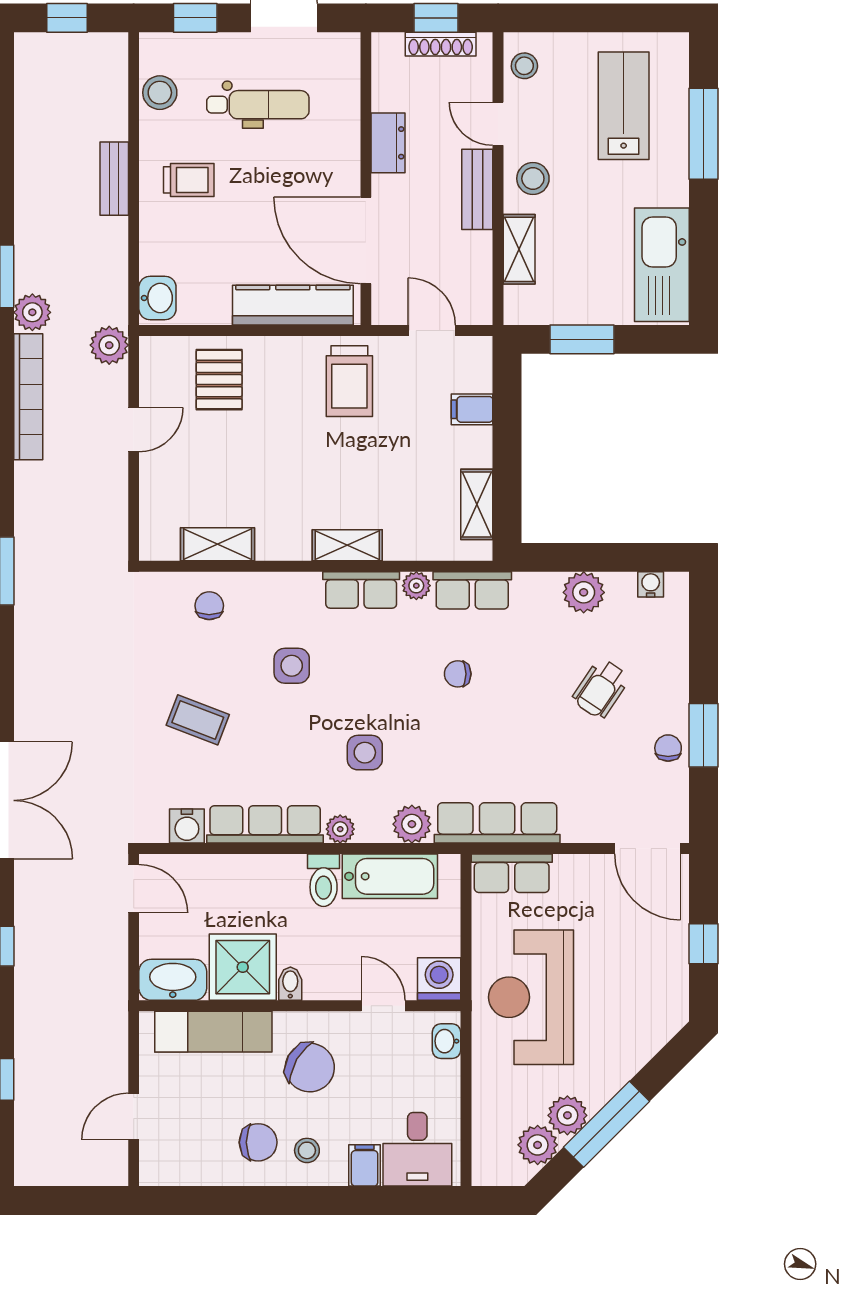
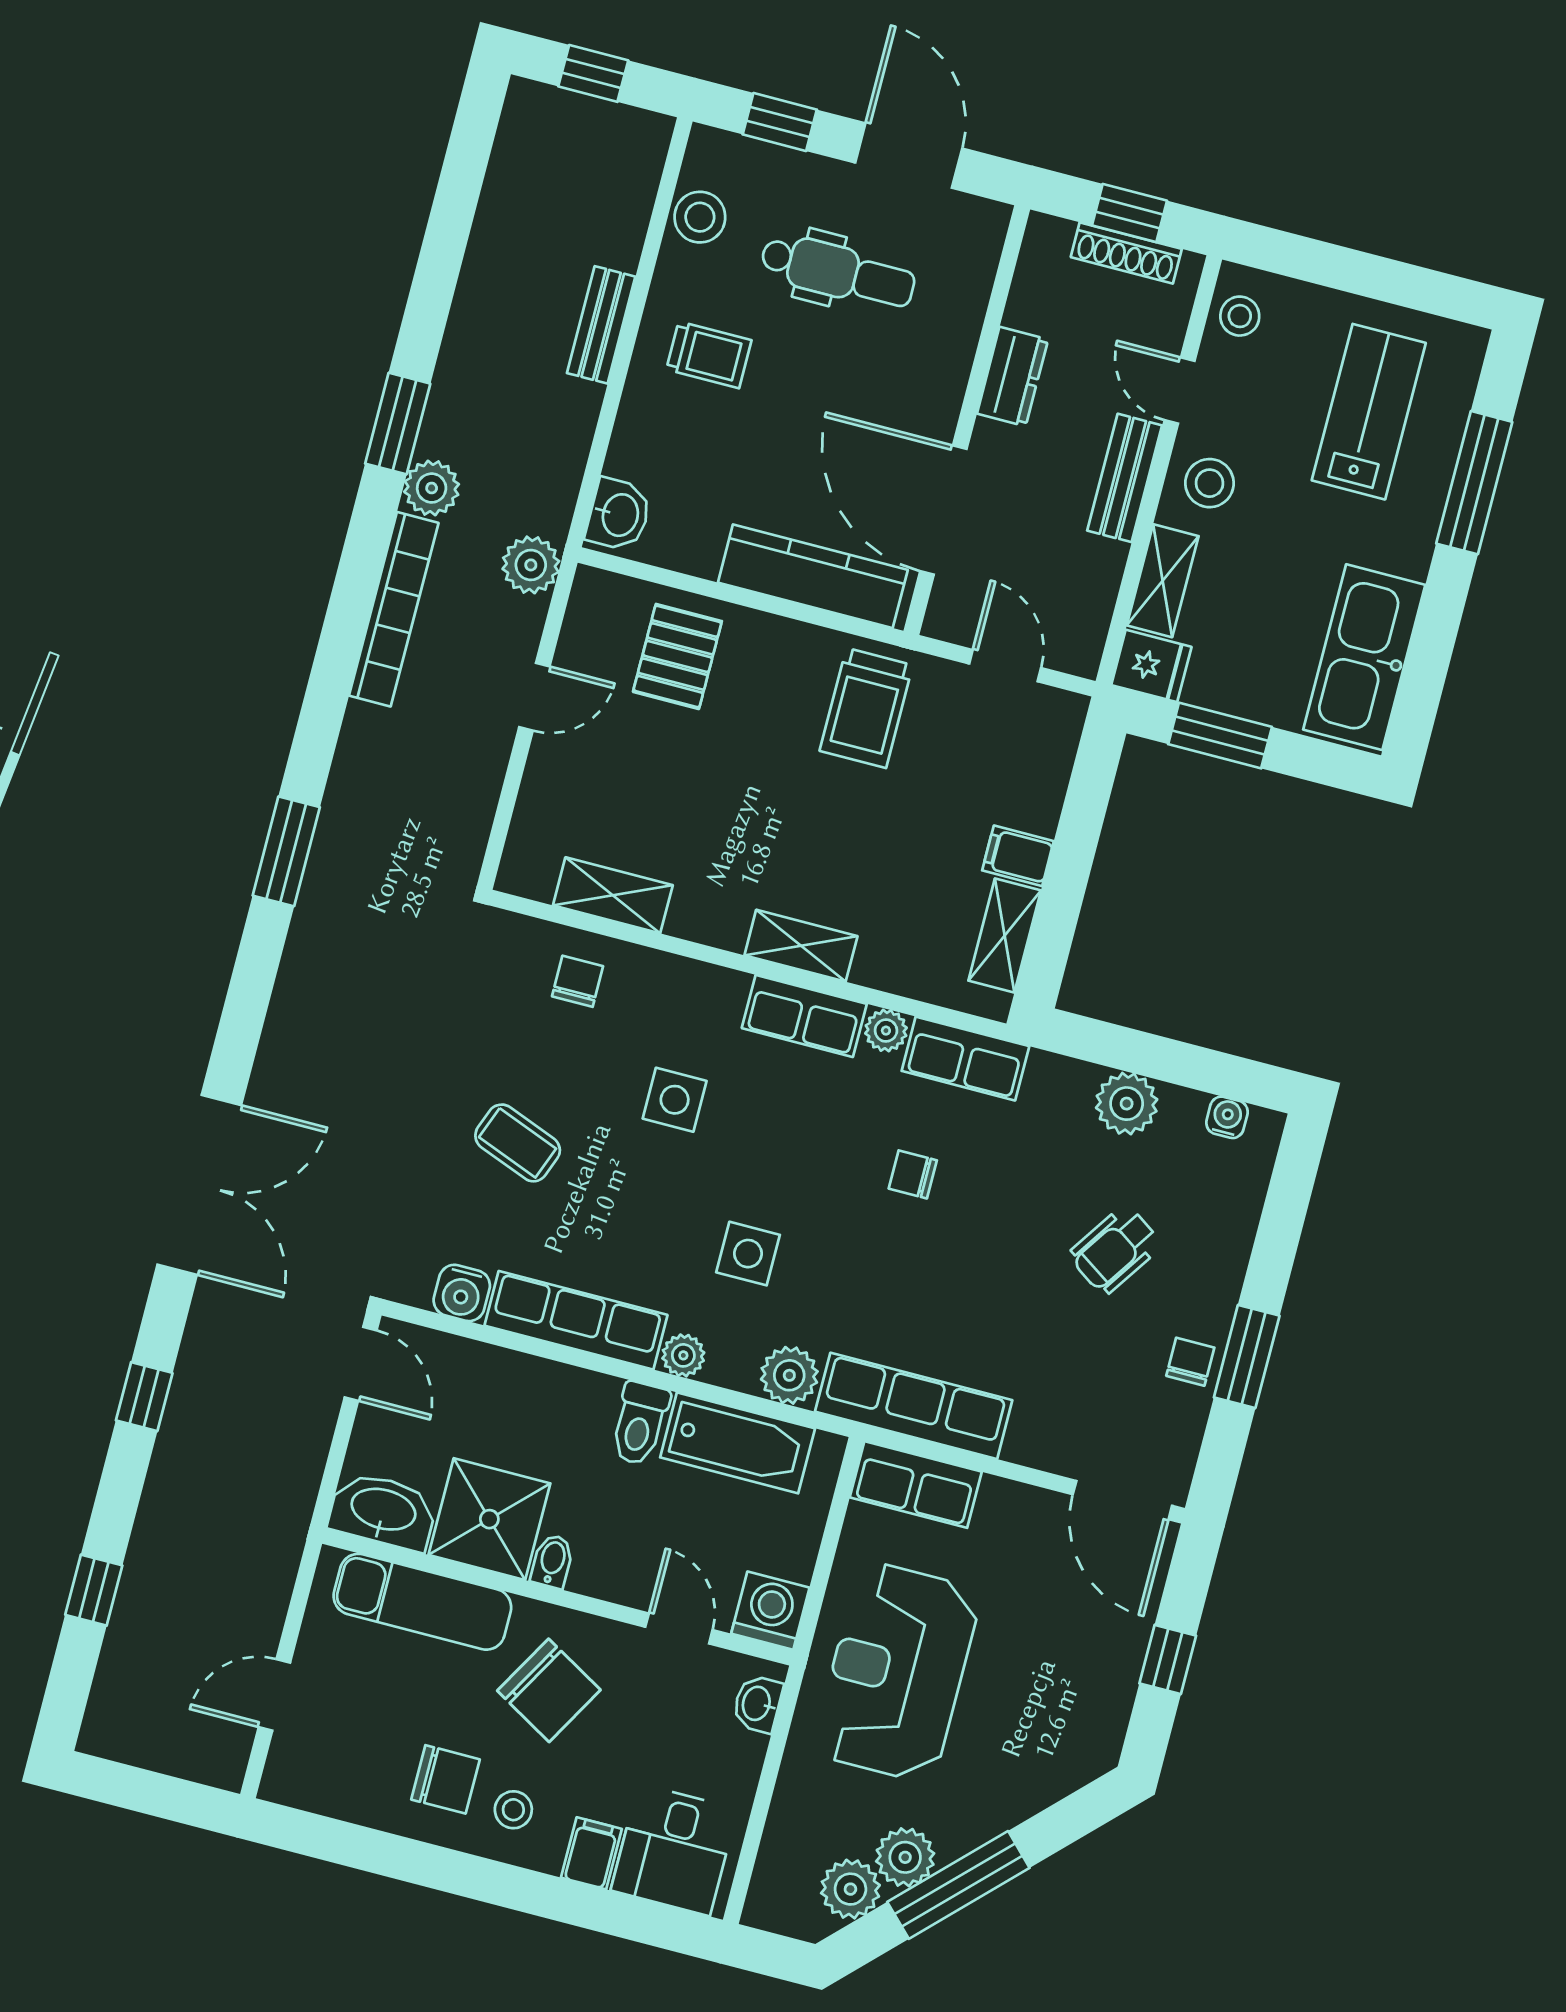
fridge: (526, 306) -> (1151, 666), added
filing cabinet: (472, 409) -> (1018, 856), moved

